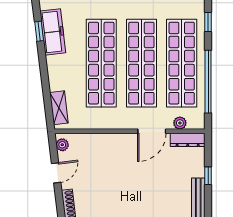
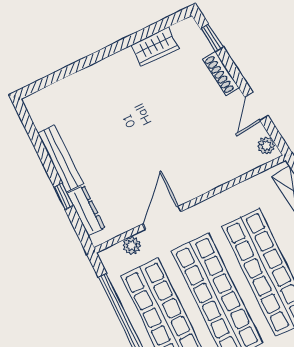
dresser: (188, 140) -> (86, 211), moved, turned 90

